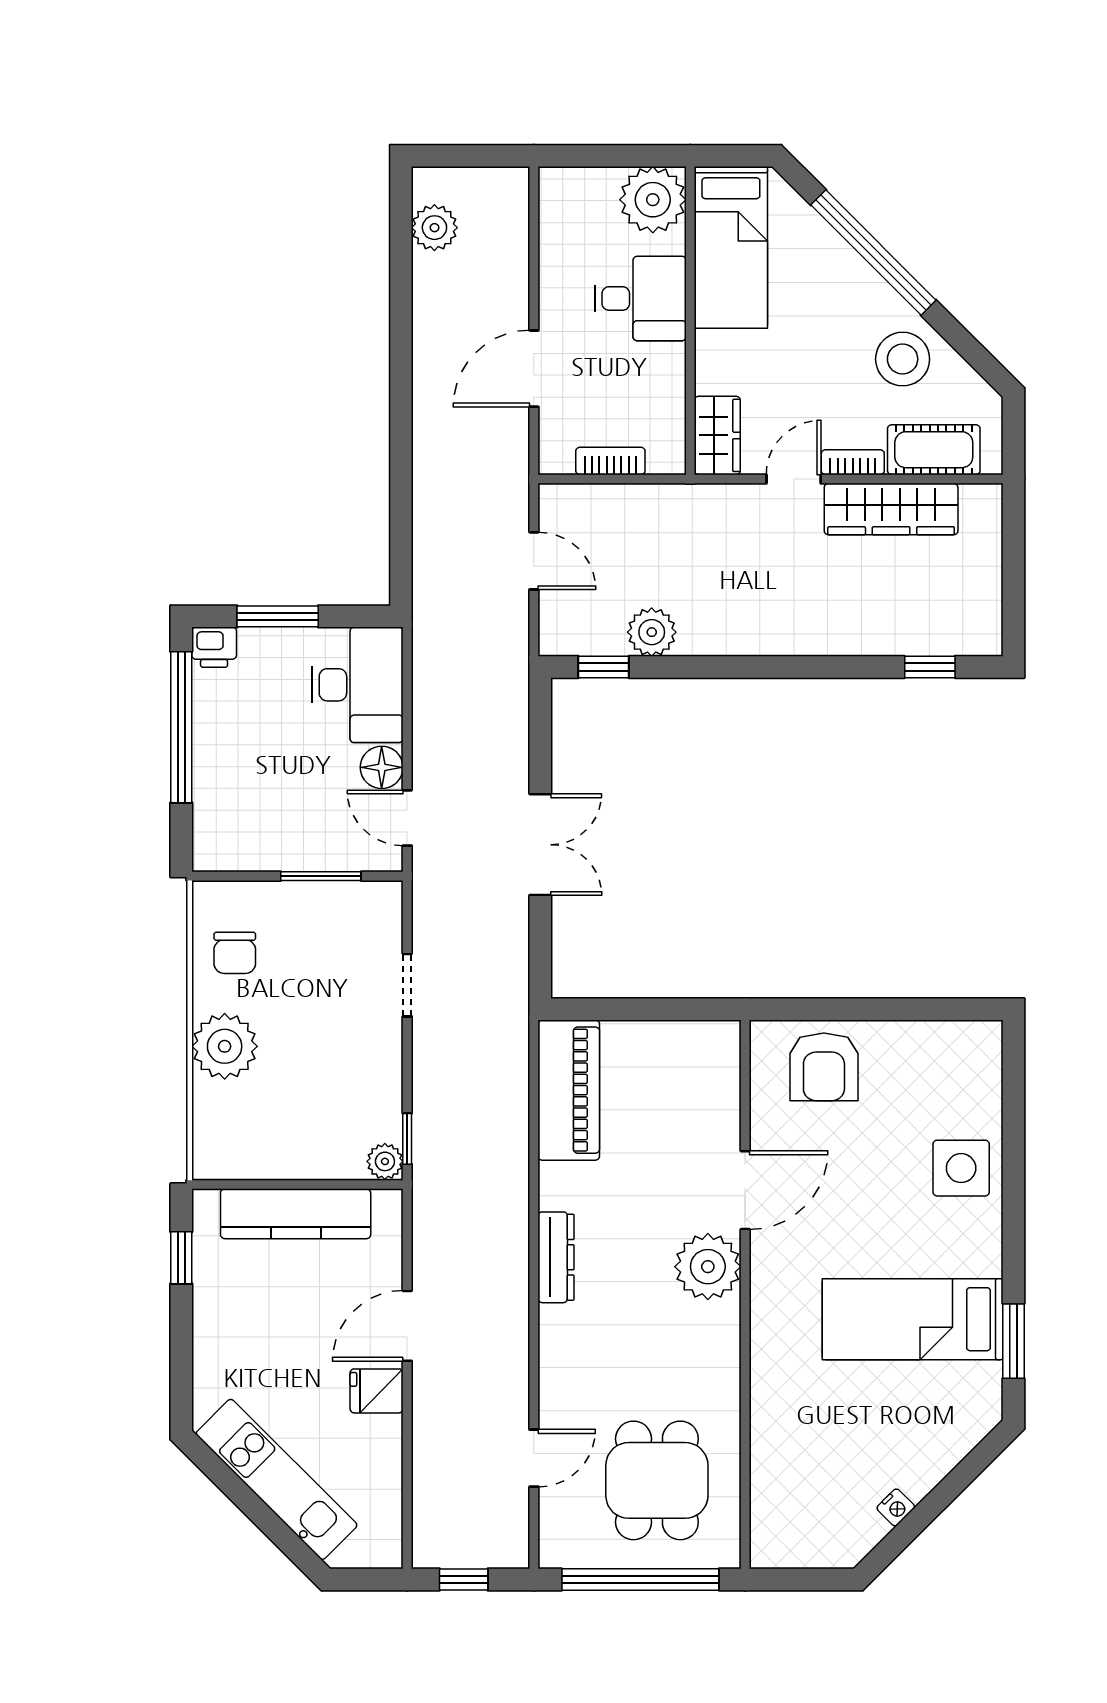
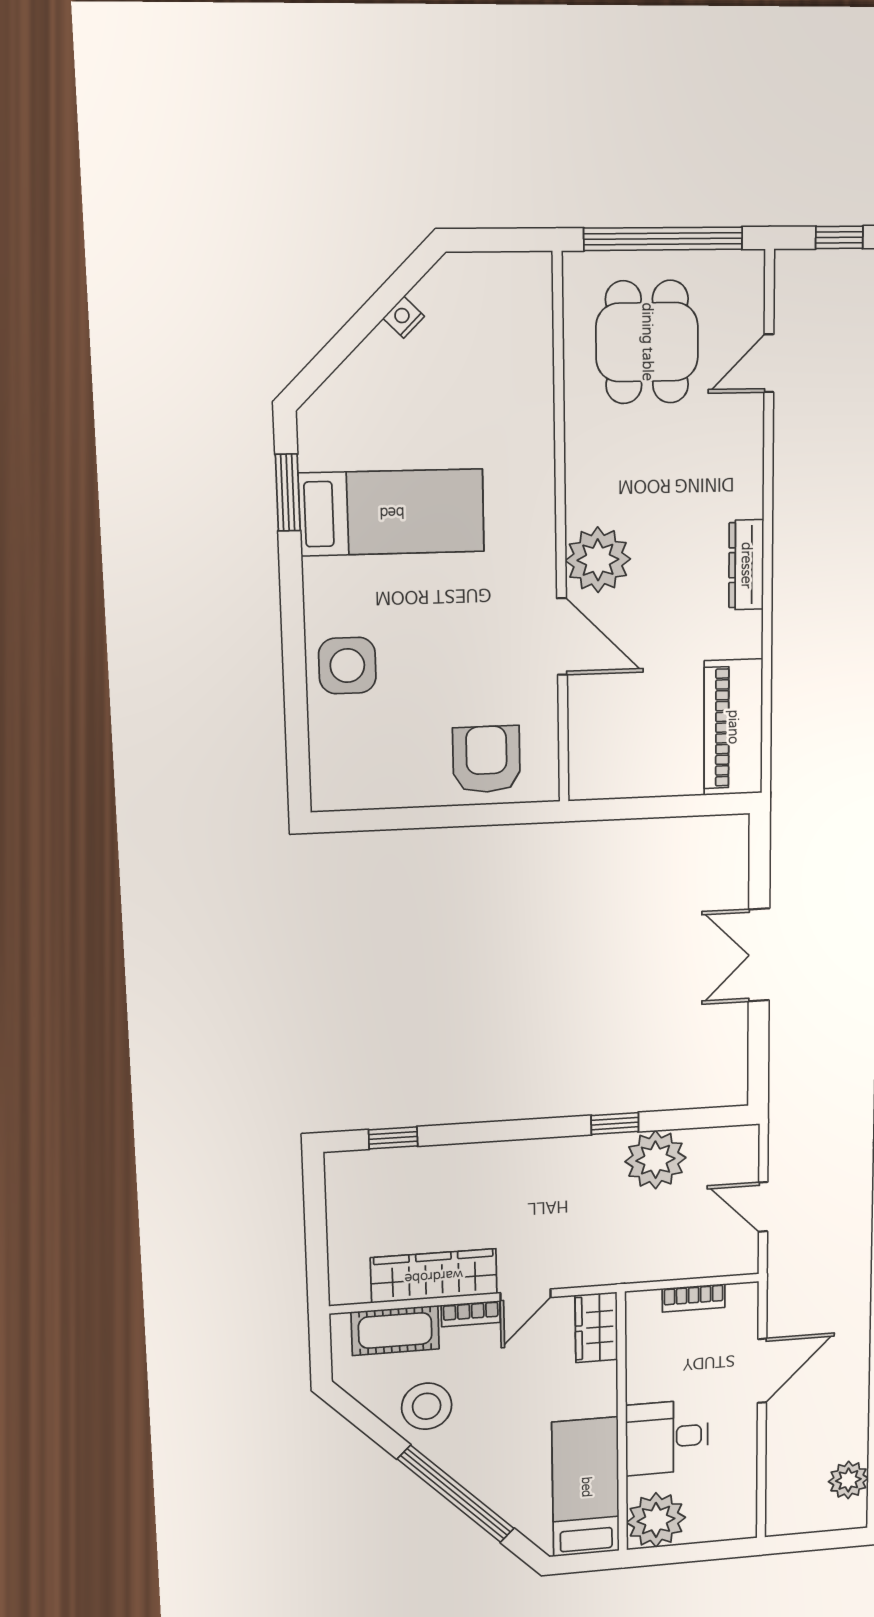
plant: (652, 632) -> (655, 1160), width x1.36, depth x1.36
window: (603, 667) -> (615, 1124), moved
door: (745, 1190) -> (562, 637), swing flipped

